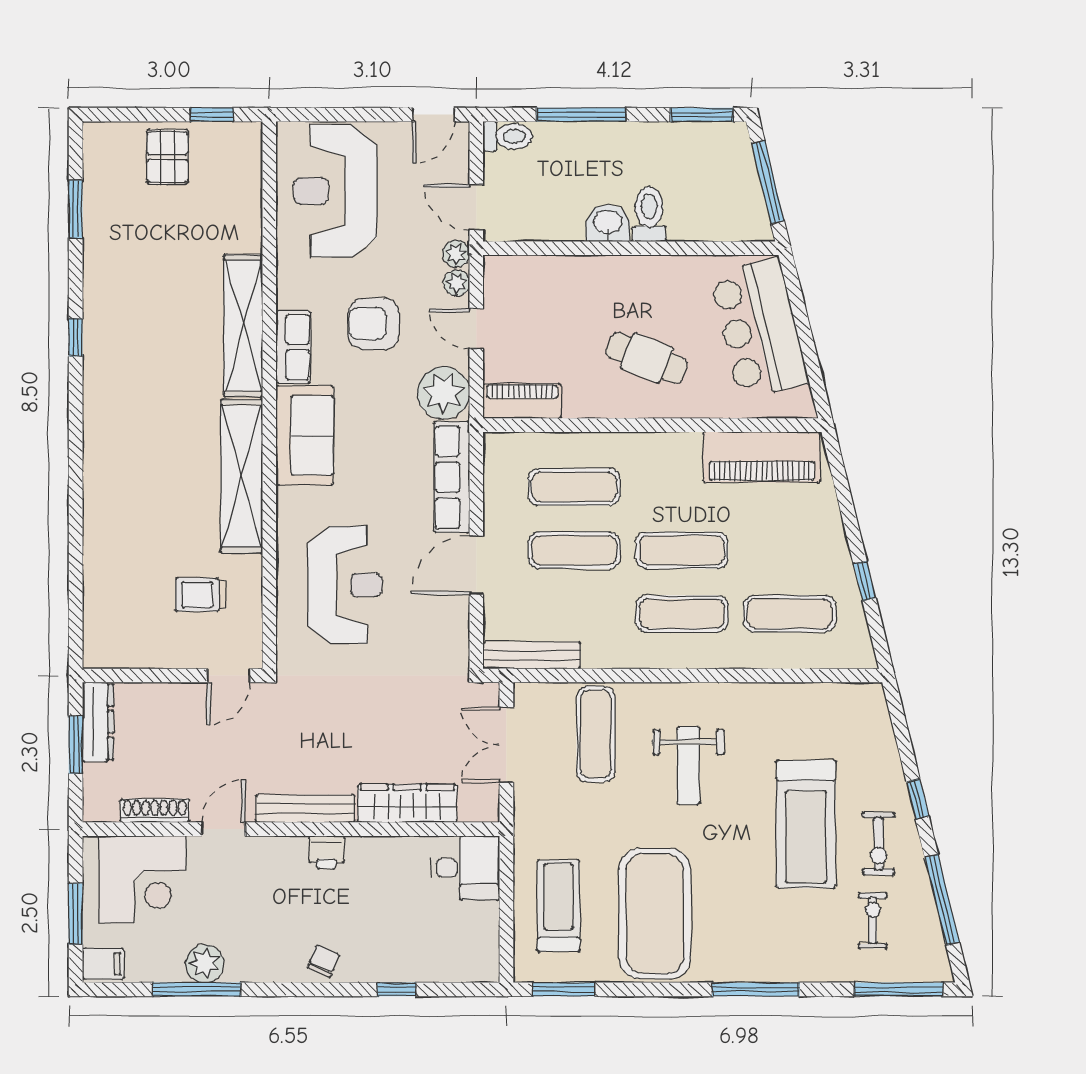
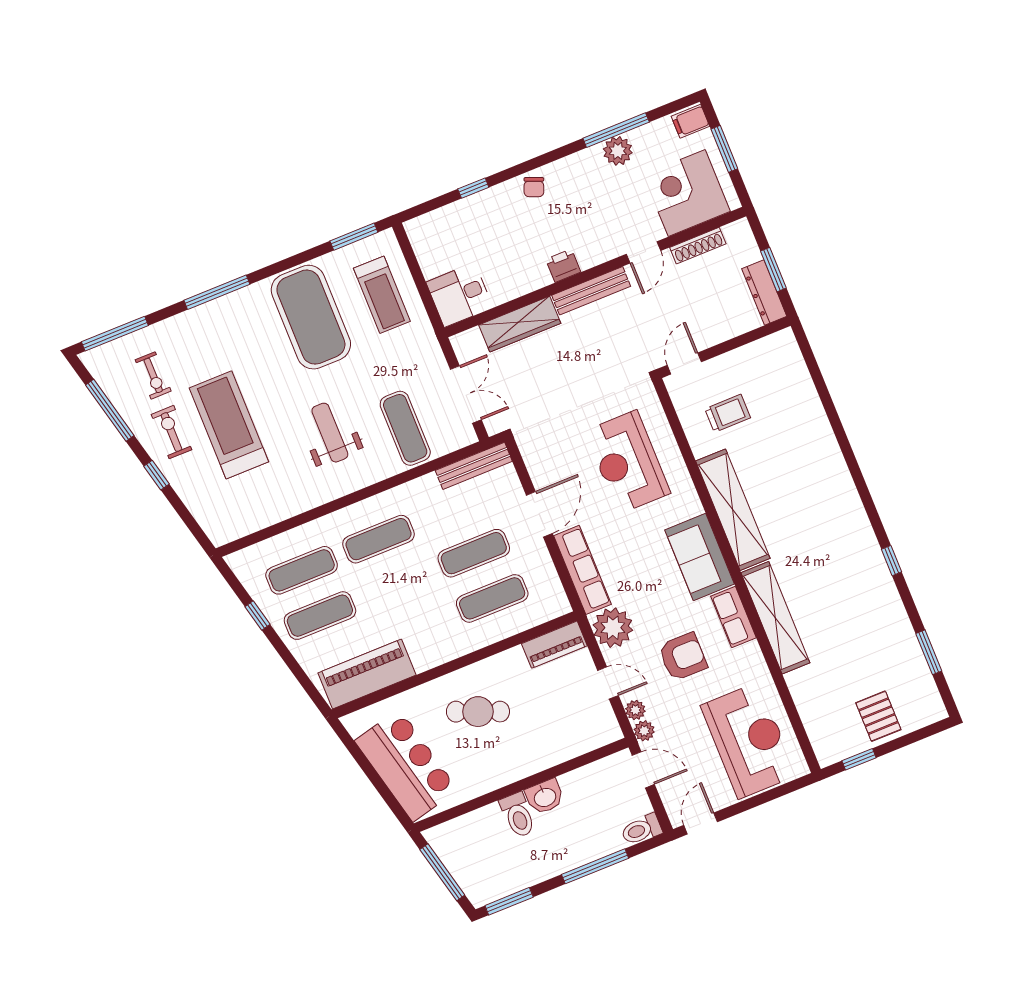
exercise mat: (682, 550) -> (320, 616), moved

